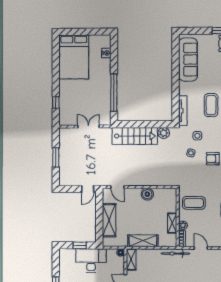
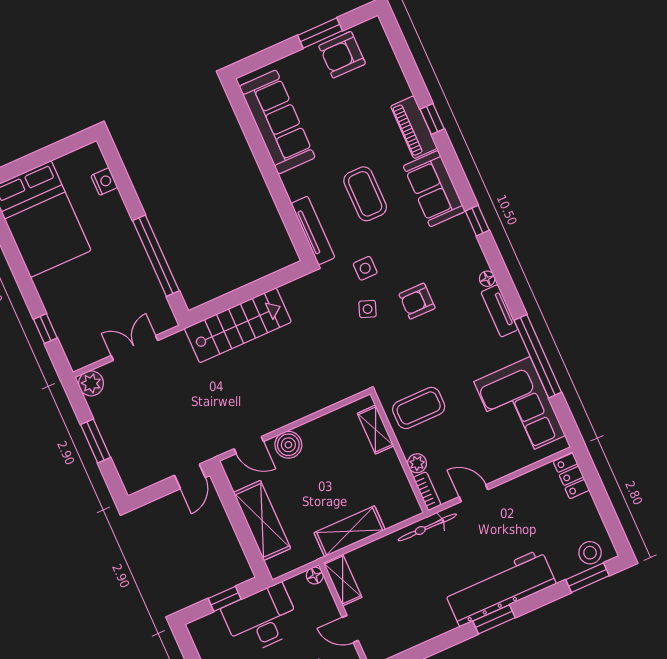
plant: (164, 133) -> (91, 383), moved
boiler: (147, 194) -> (288, 445), moved
shelving: (172, 223) -> (376, 430), moved

